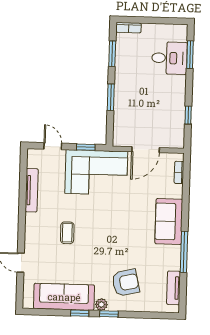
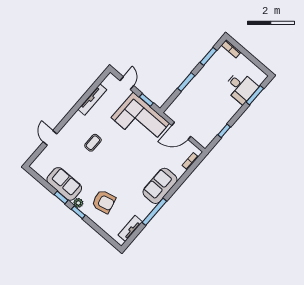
sofa: (64, 297) -> (64, 184), width x0.73

